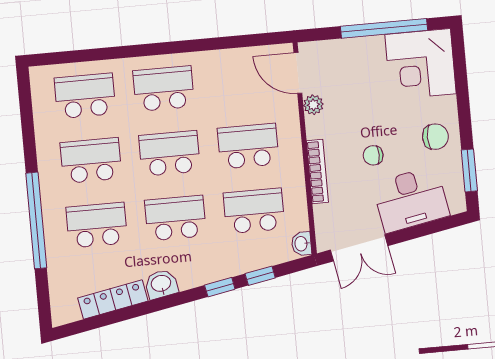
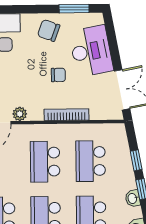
chair: (435, 137) -> (49, 30), turned -70
chair: (373, 155) -> (58, 75), turned -90
washbasin: (302, 244) -> (133, 198), moved, turned 79

